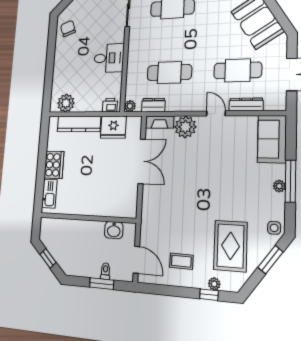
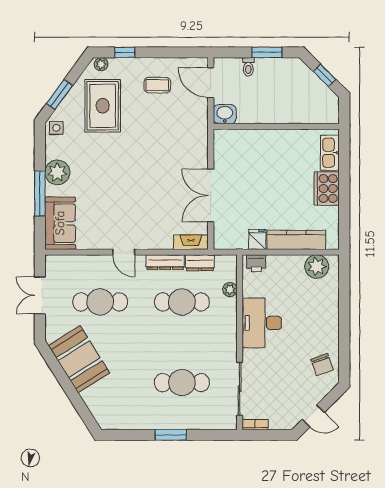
desk: (109, 58) -> (262, 323), width x1.37
dresser: (246, 105) -> (165, 262), moved
plant: (130, 106) -> (230, 290), moved
fridge: (113, 127) -> (257, 239), width x0.53, depth x0.75
plant: (185, 127) -> (159, 237), removed
window: (290, 181) -> (40, 193), moved
plant: (279, 186) -> (57, 172), width x1.88, depth x1.88
washbasin: (114, 230) -> (225, 114), moved
window: (102, 284) -> (267, 52), moved
plant: (214, 284) -> (101, 64), moved

